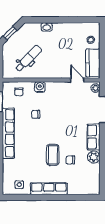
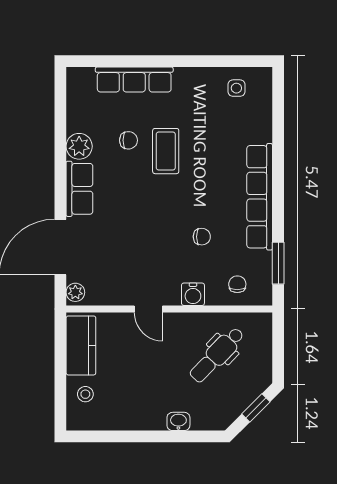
door: (77, 80) -> (148, 309), moved
row of seats: (49, 189) -> (134, 80), moved

